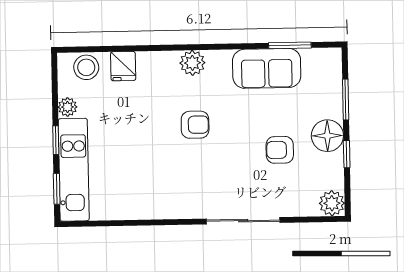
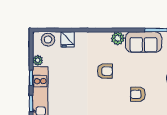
plant: (192, 63) -> (118, 38), moved
armchair: (280, 150) -> (138, 94), moved

